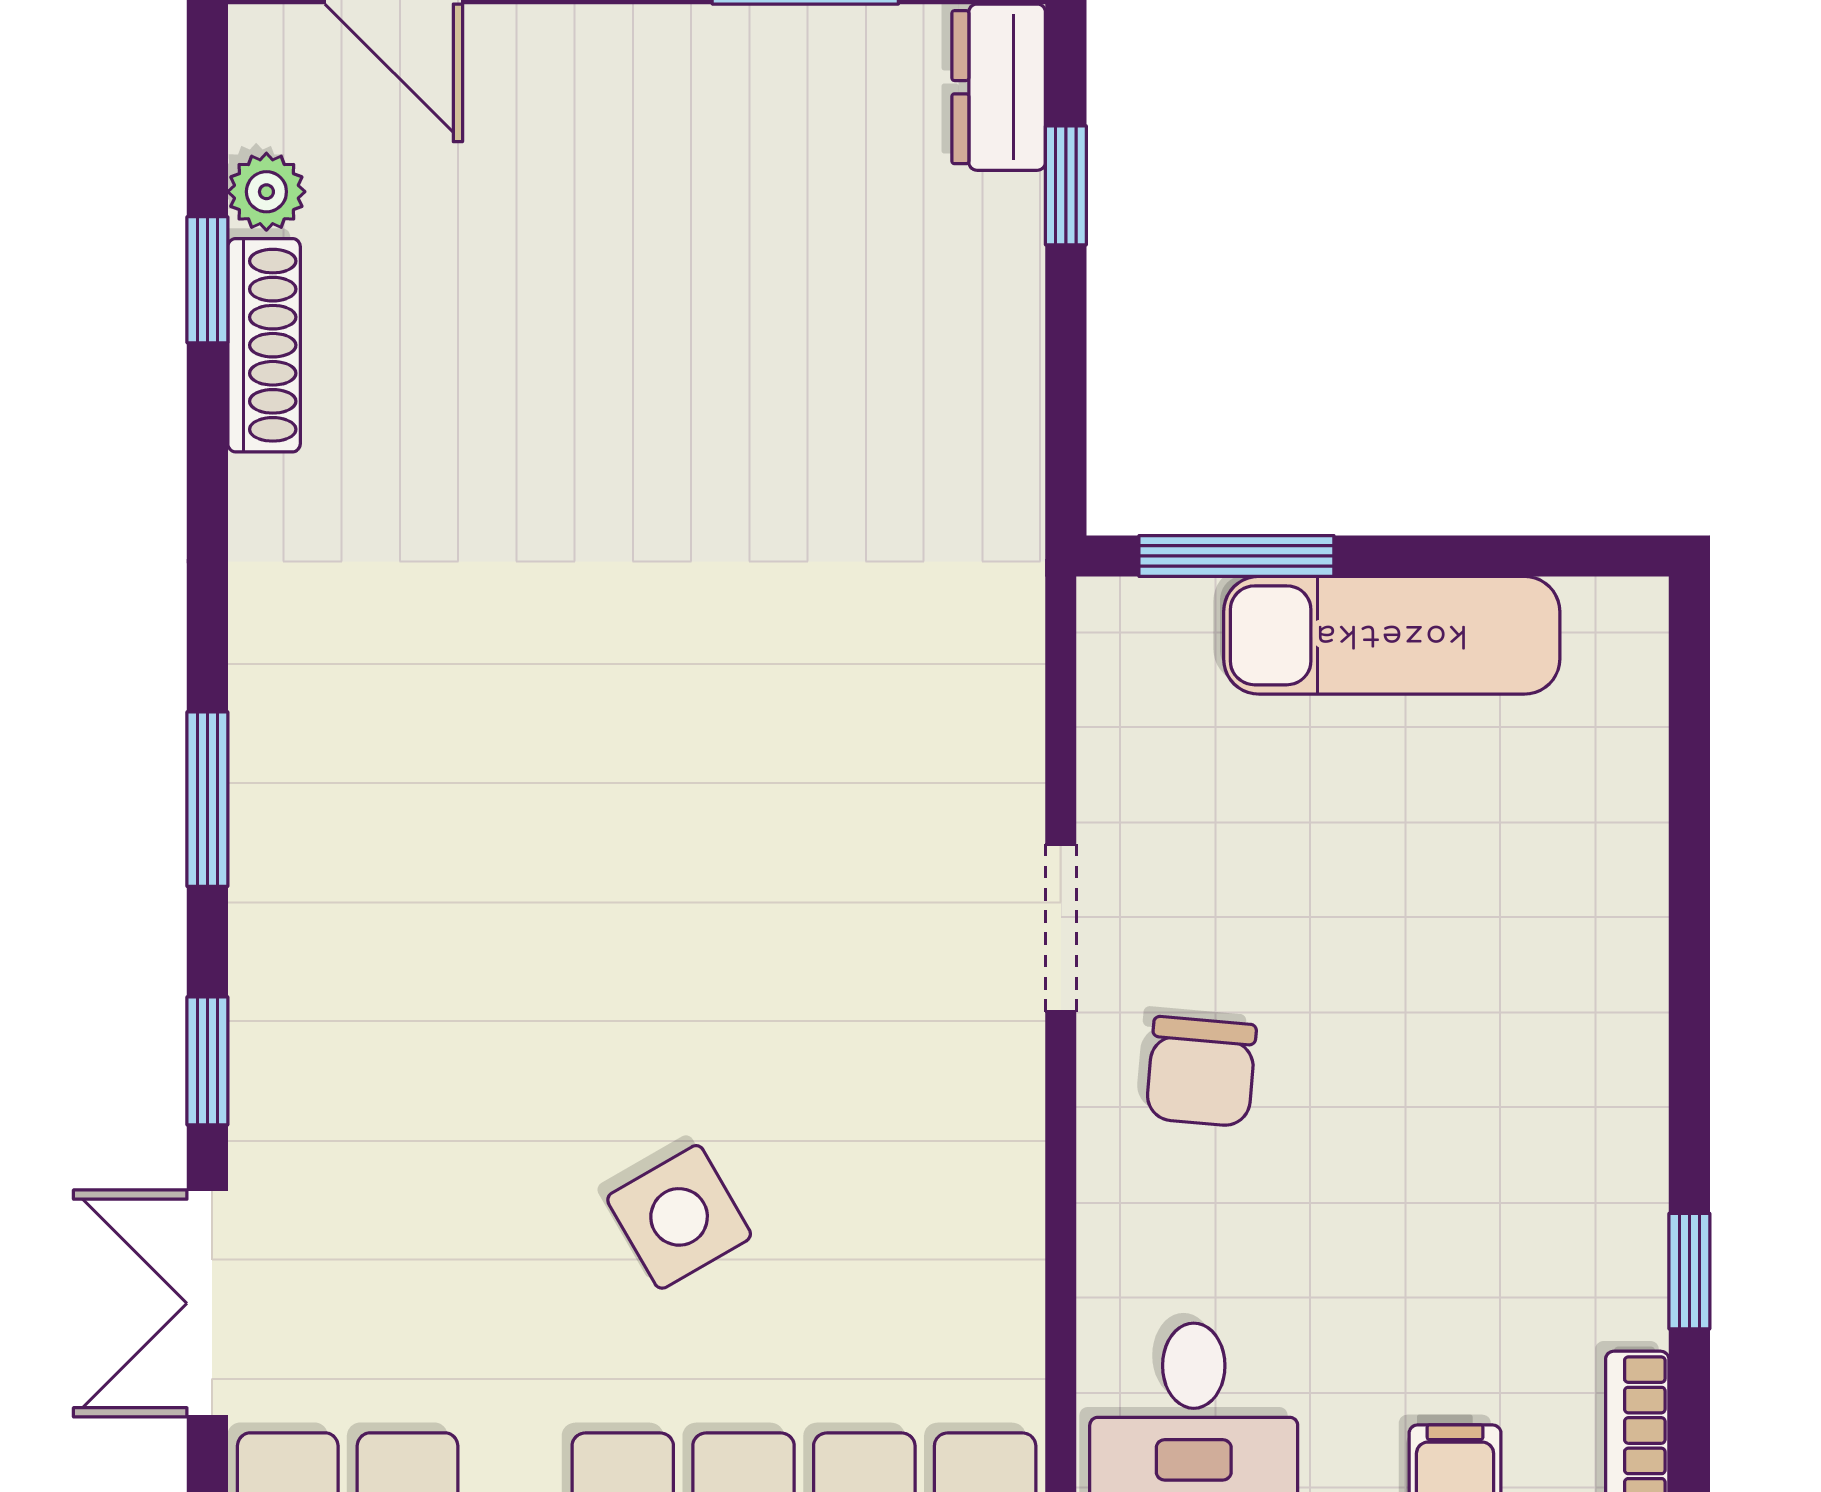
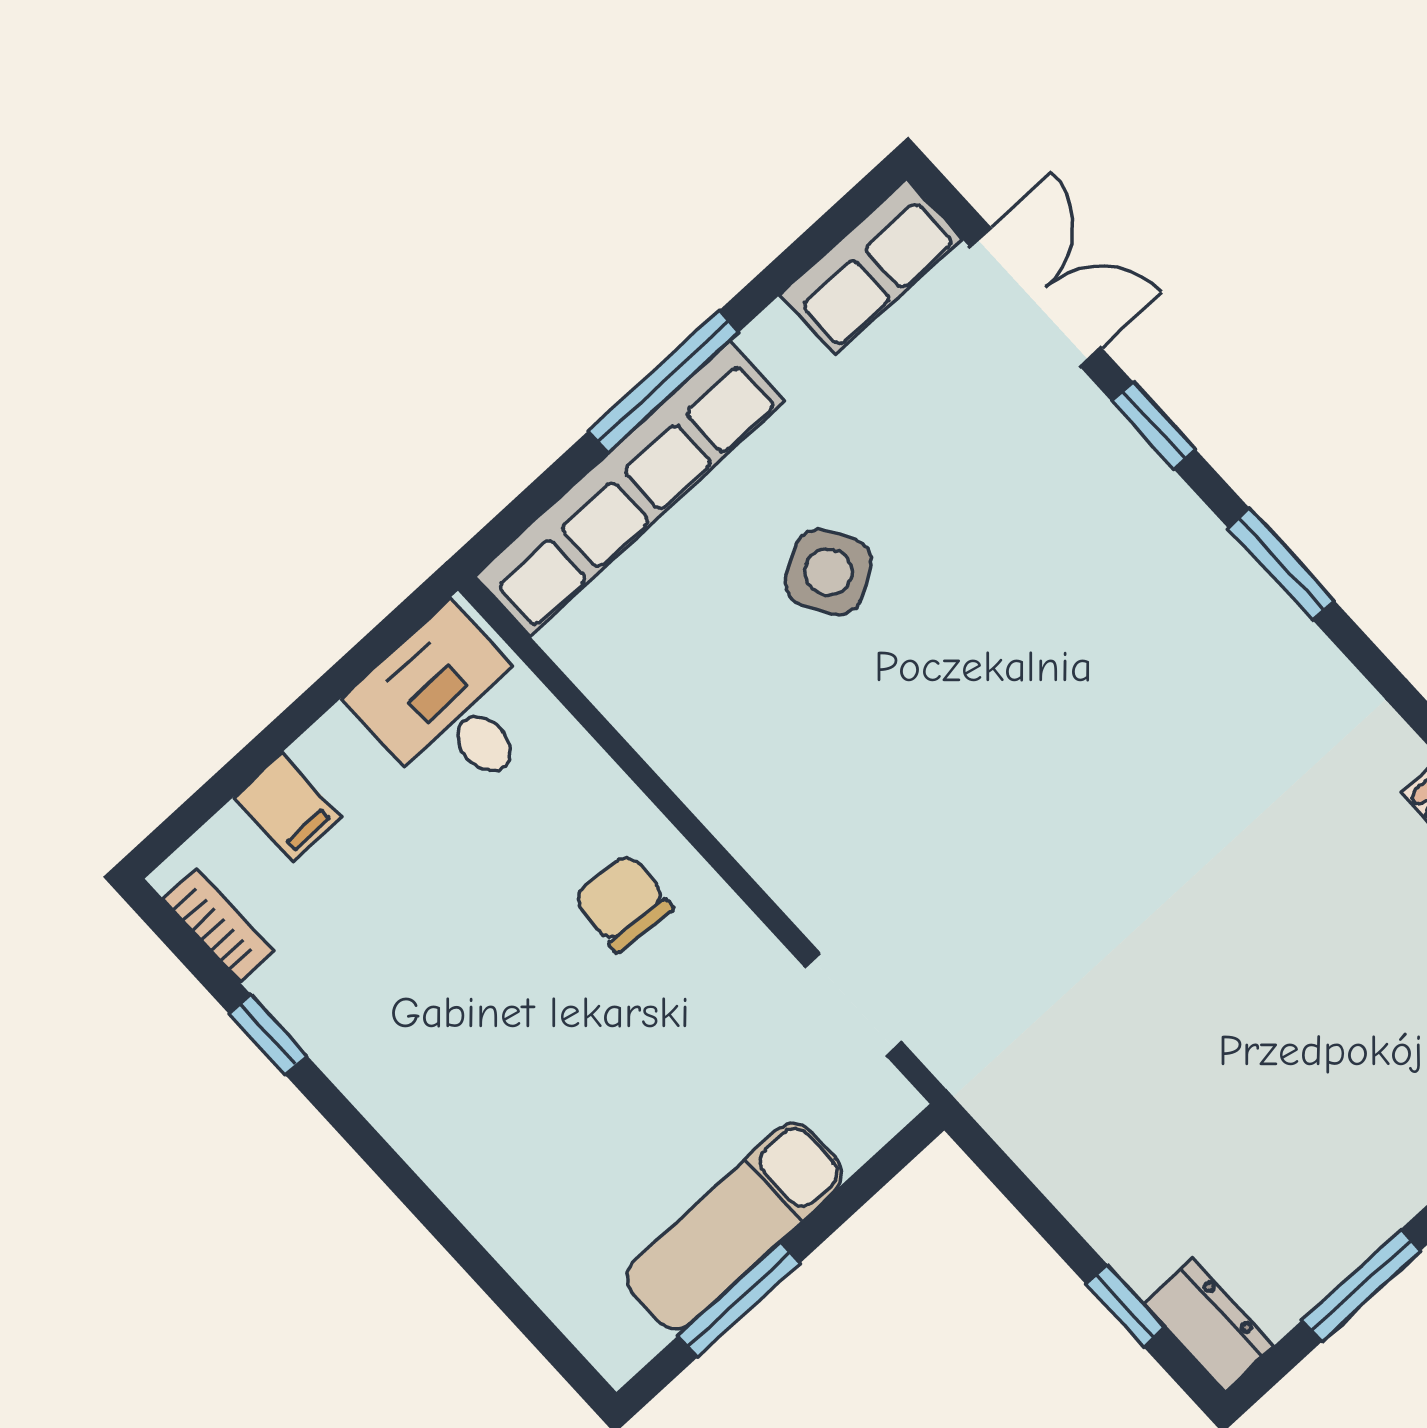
window: (1236, 556) -> (739, 1299), moved
doorway: (1061, 928) -> (853, 1004), moved

